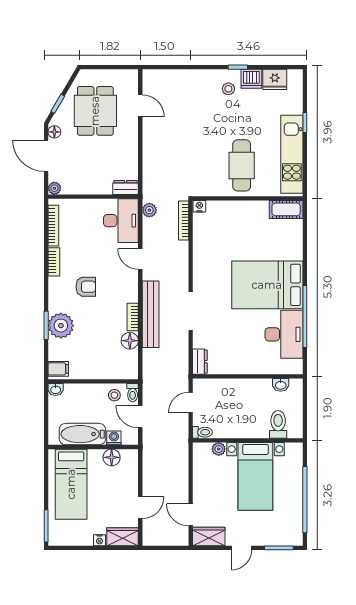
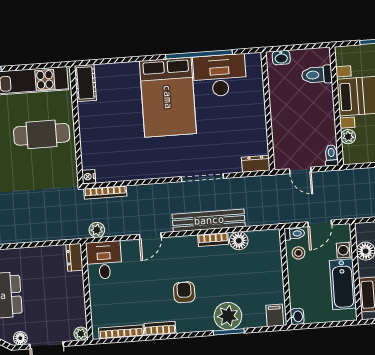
desk: (121, 221) -> (104, 260), width x0.73
washbasin: (281, 385) -> (281, 58), moved, turned 90

